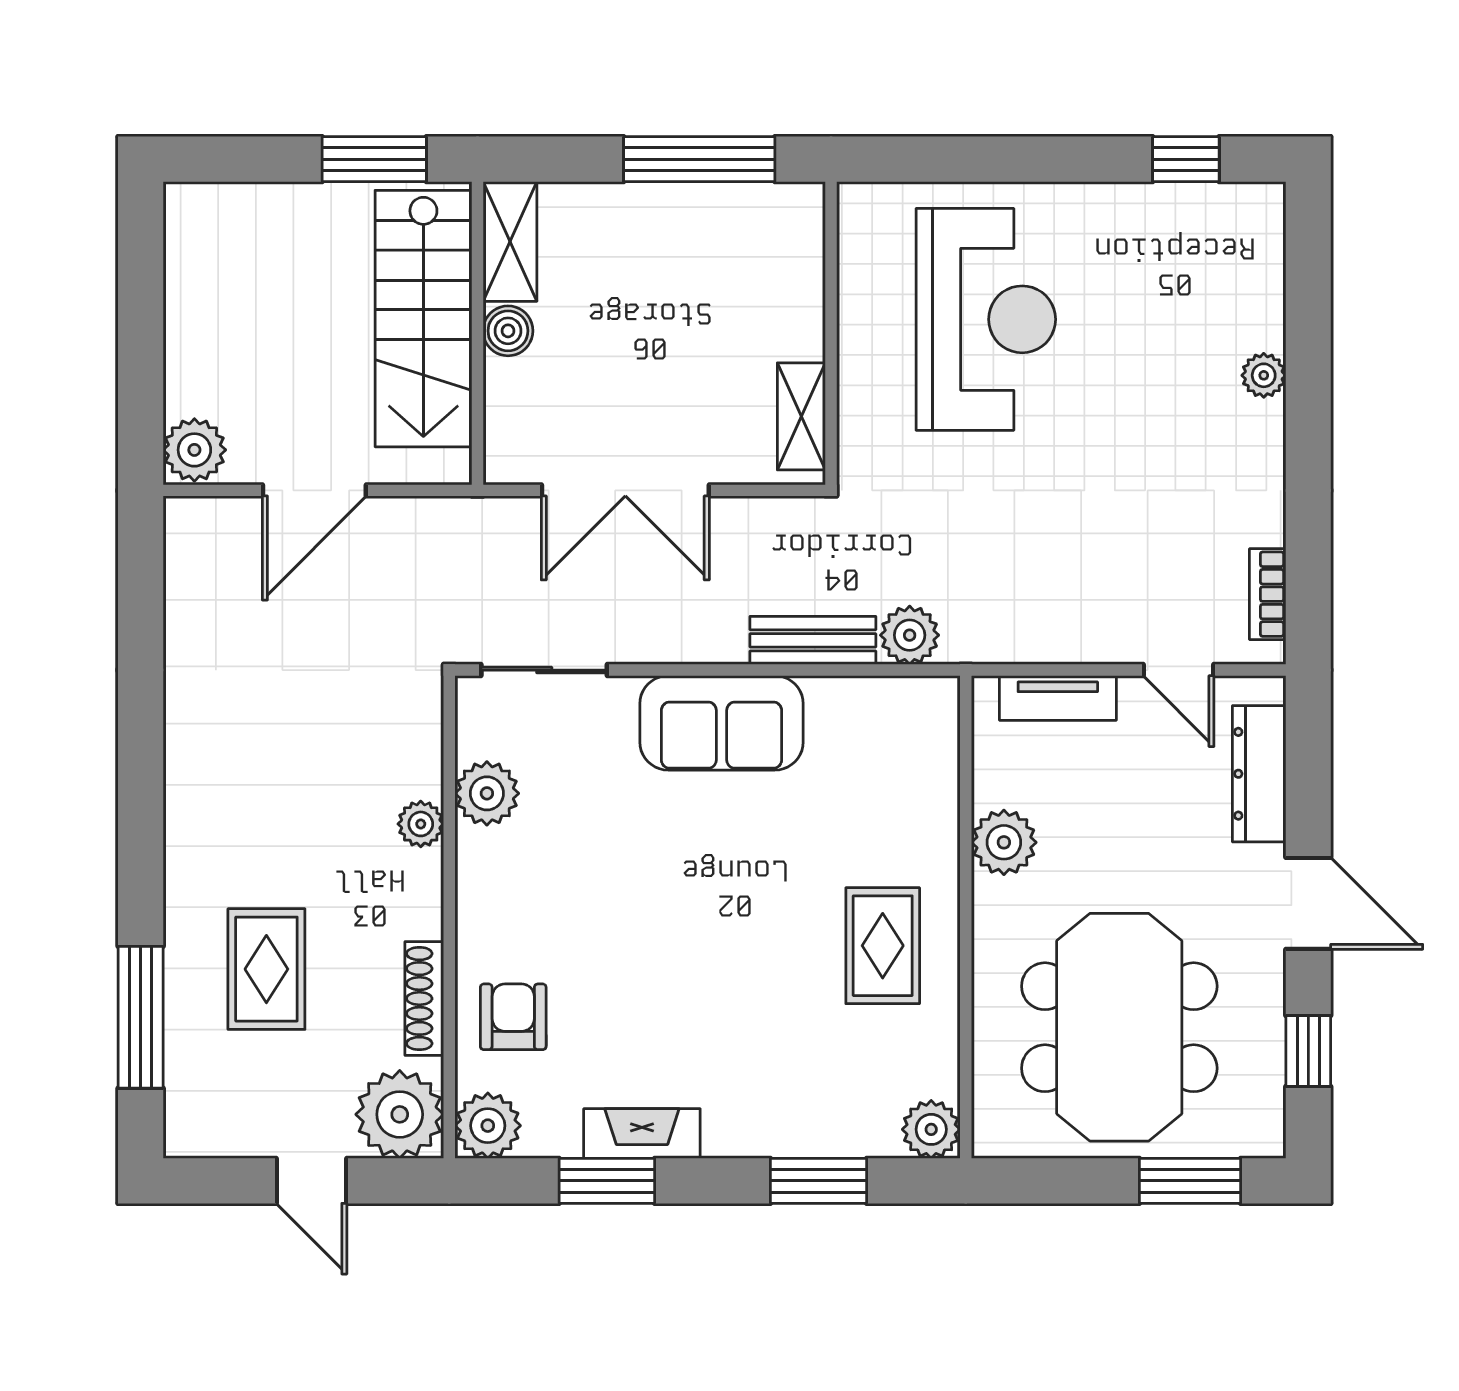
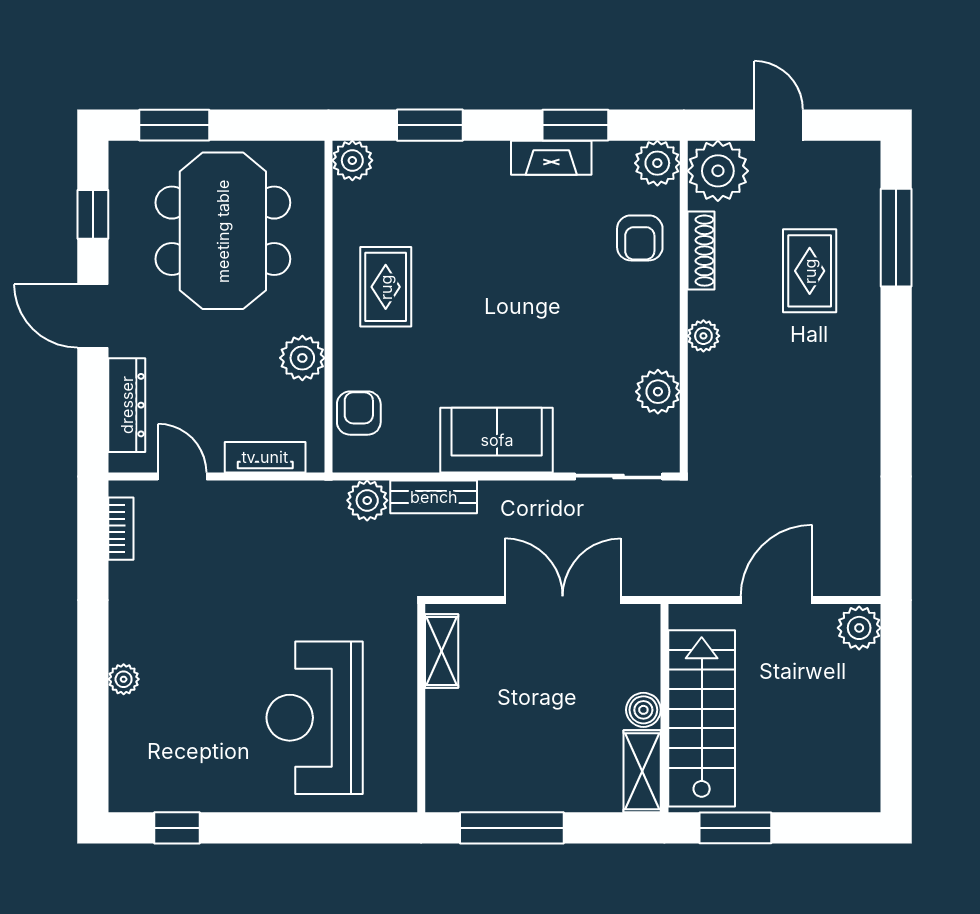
armchair: (922, 762) -> (359, 413), added
plant: (421, 824) -> (703, 336), moved

